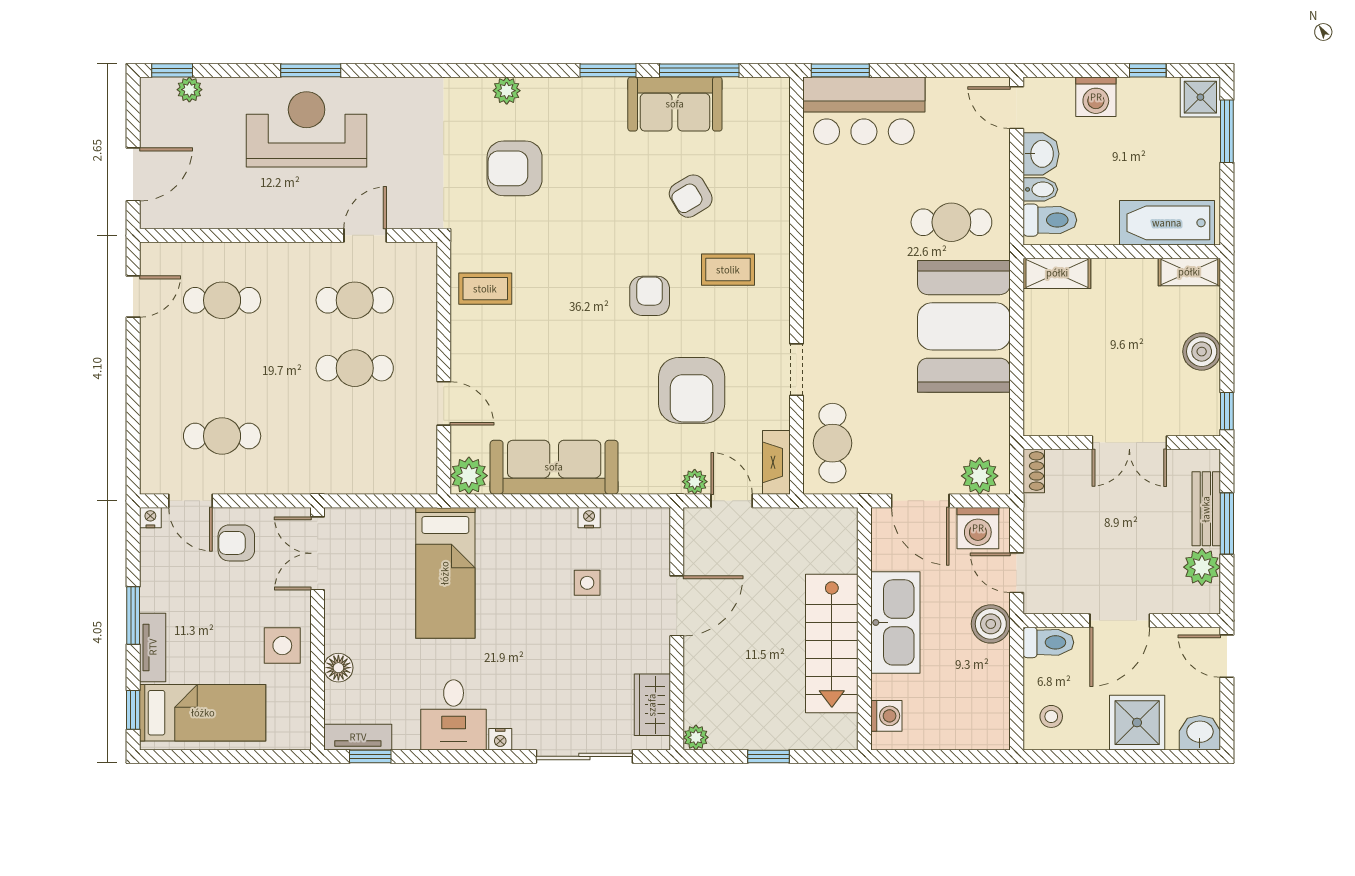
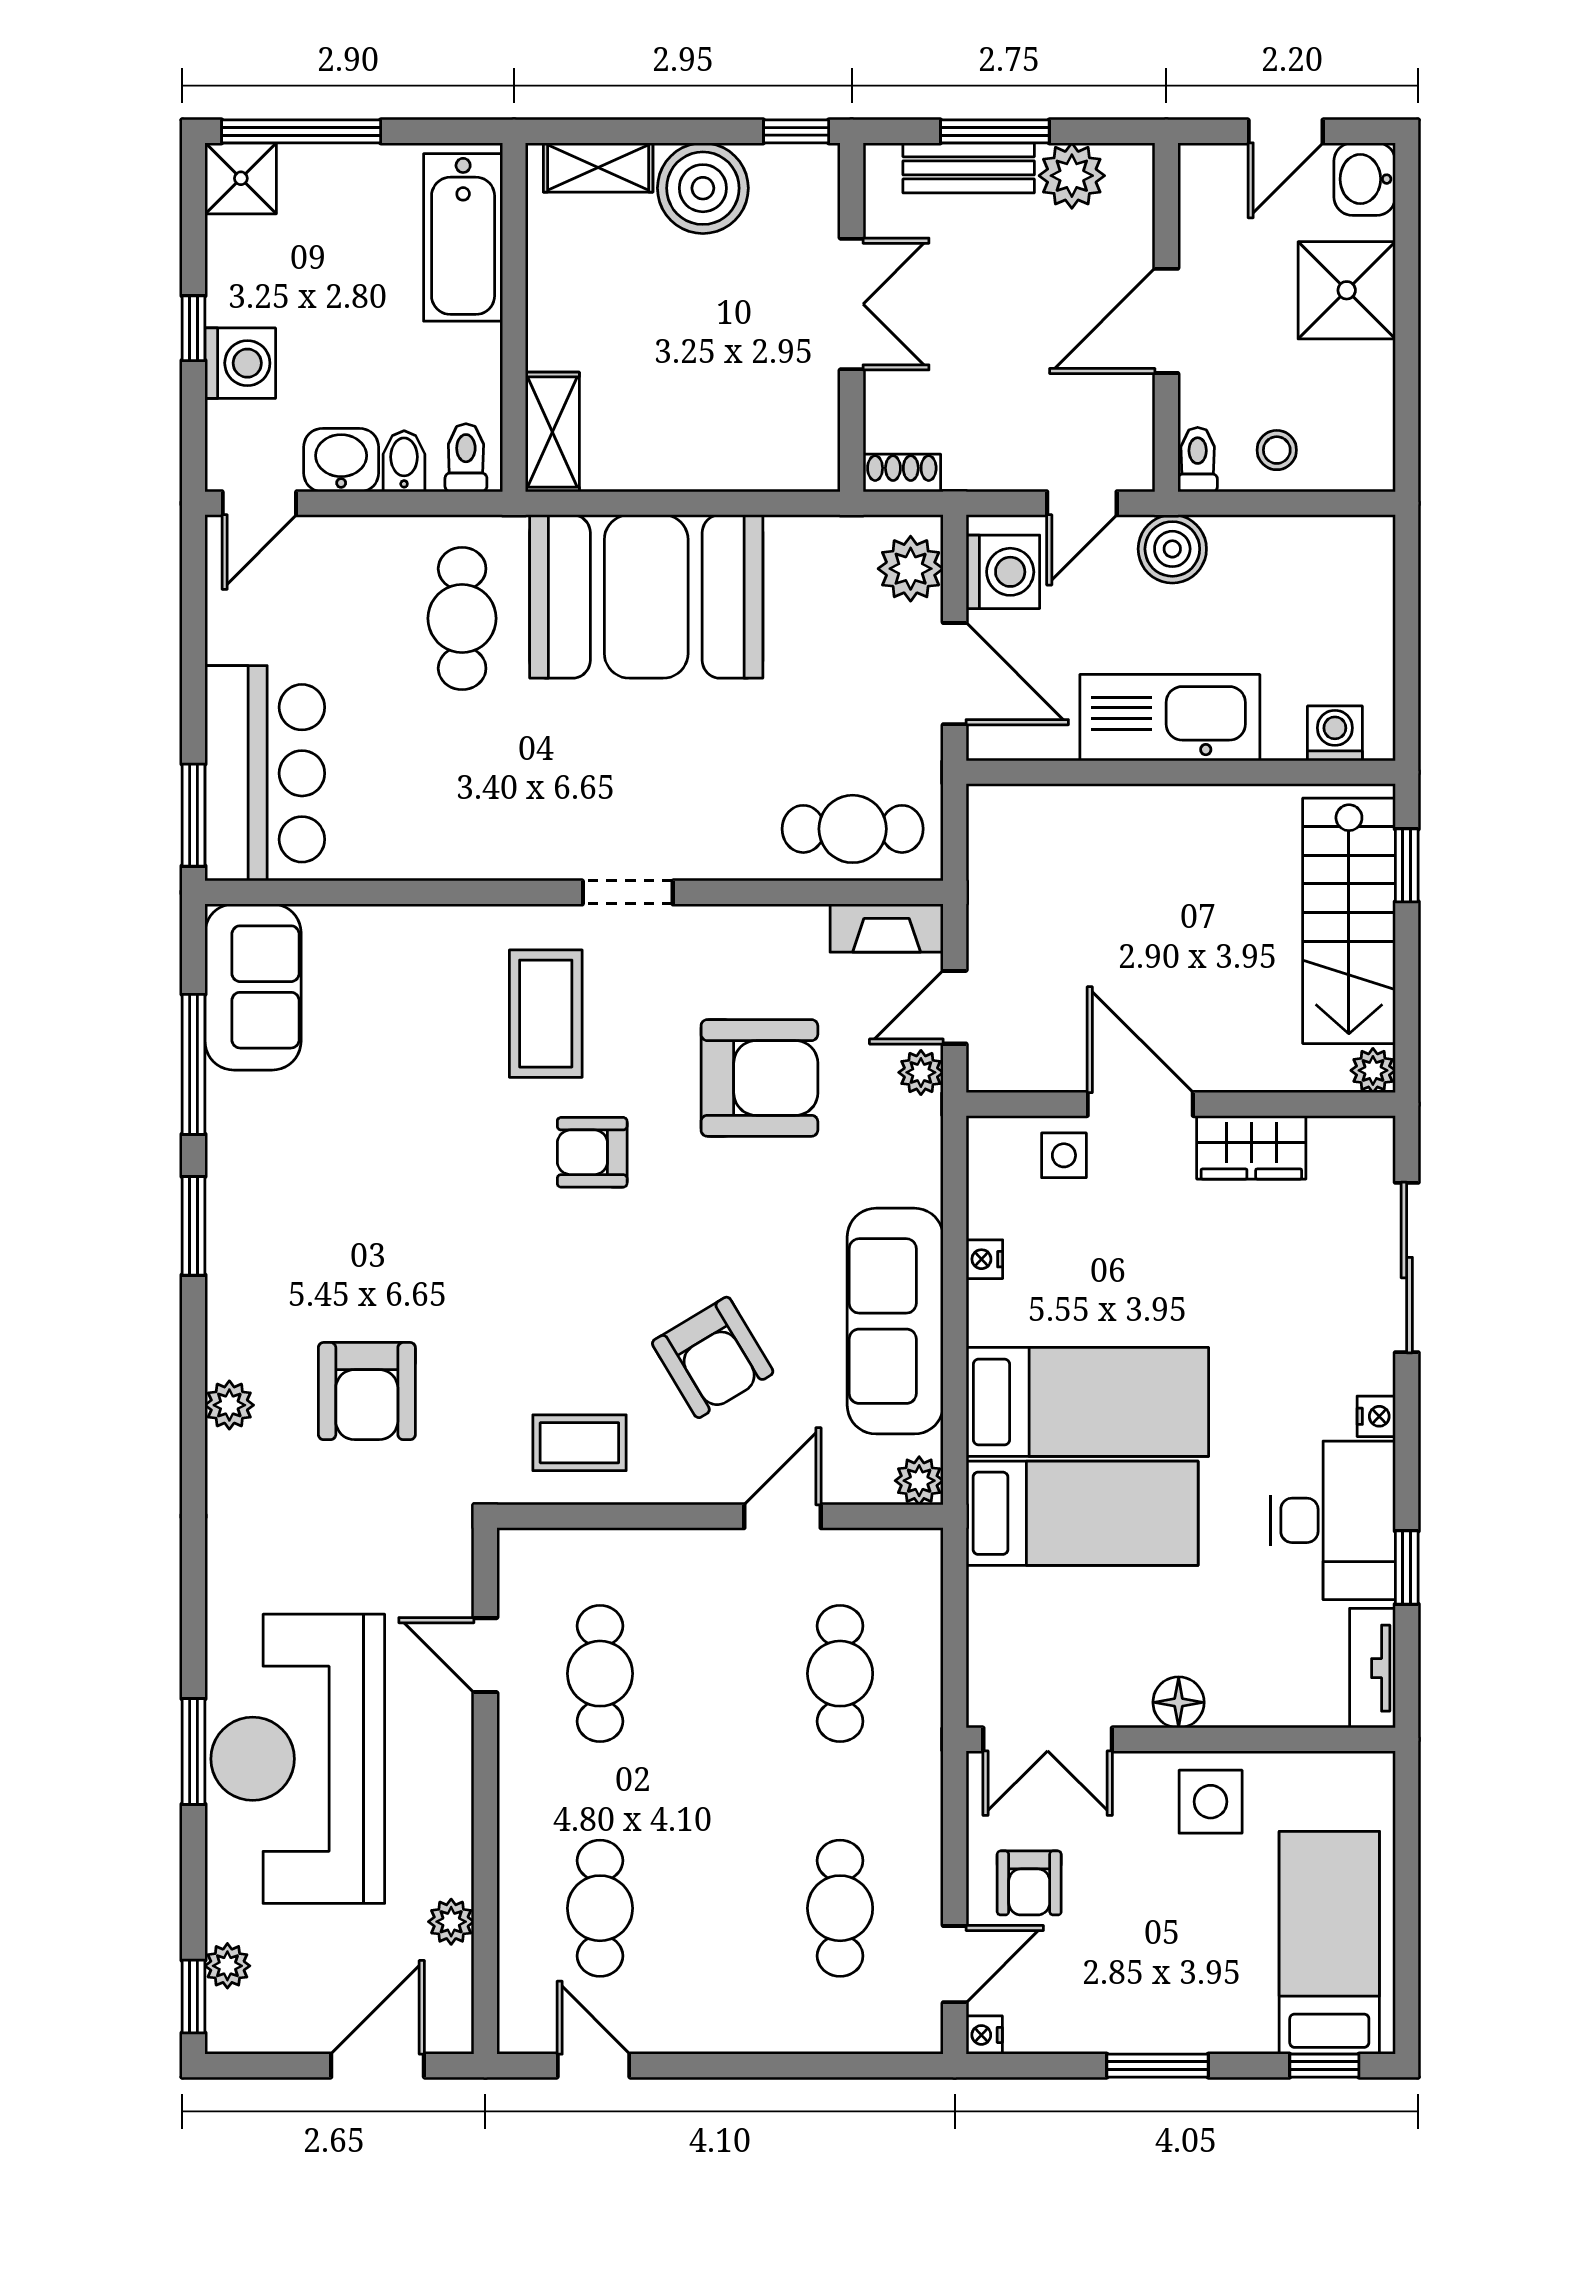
window: (1148, 70) -> (194, 328), moved
sofa: (675, 104) -> (253, 987), moved
reception desk: (307, 129) -> (298, 1759), width x1.36, depth x1.30
window: (1227, 131) -> (301, 131), width x1.44
door: (133, 174) -> (378, 2066), hinge flipped
armchair: (691, 196) -> (713, 1357), moved, width x1.38, depth x1.38
plant: (214, 216) -> (451, 1922), added
toilet: (1050, 220) -> (466, 458), width x0.73, depth x0.72
coffee table: (728, 270) -> (546, 1014), width x1.36, depth x1.30
shelving: (1189, 272) -> (598, 167), moved, turned 90
coffee table: (485, 289) -> (579, 1443), turned 90
boiler: (1202, 352) -> (703, 188), width x1.37, depth x1.37
cafe table: (355, 368) -> (840, 1674), moved
doorway: (796, 370) -> (628, 892), moved
plant: (469, 476) -> (919, 1481), width x0.73, depth x0.73
door: (920, 501) -> (955, 674), hinge flipped
bed: (508, 576) -> (1087, 1402), added
side table: (587, 583) -> (1064, 1155), moved
door: (1120, 621) -> (1166, 321), swing flipped
toilet: (1048, 642) -> (1198, 460), width x0.73, depth x0.72
stairs: (832, 644) -> (1349, 921), moved, turned 90
tv unit: (153, 647) -> (1214, 2031), removed
door: (1227, 656) -> (1286, 131), moved
floor lamp: (338, 668) -> (1179, 1702), moved
wardrobe: (652, 705) -> (1251, 1147), moved
desk: (454, 715) -> (1333, 1520), width x1.37
stool: (1051, 716) -> (1277, 450), moved
window: (370, 756) -> (1407, 1568), moved
window: (769, 756) -> (1407, 865), moved

